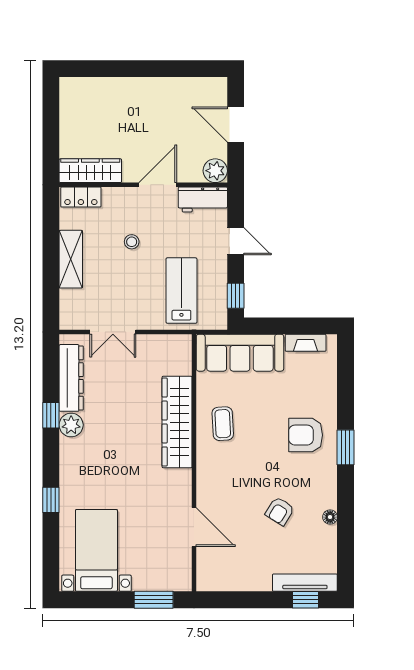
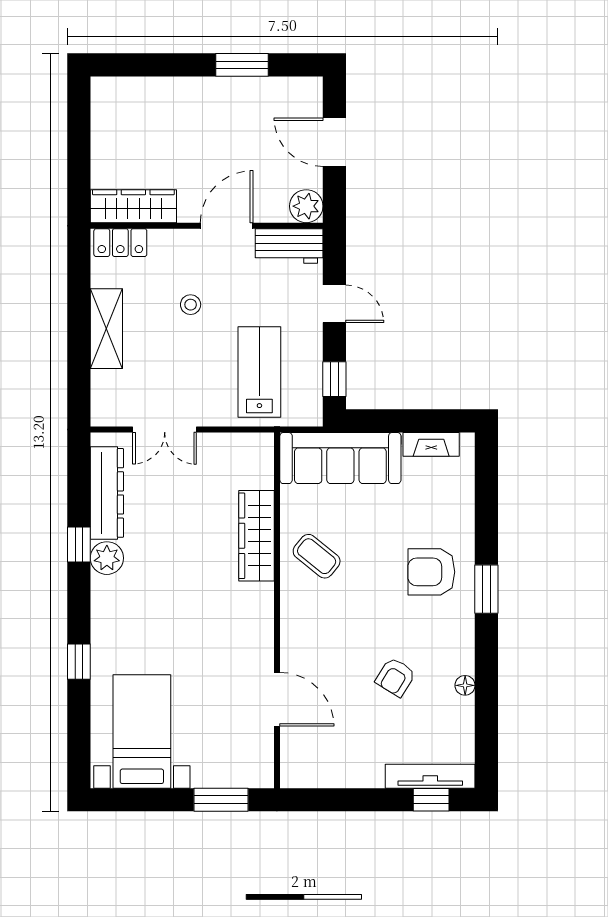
window: (169, 69) -> (242, 65), added
wardrobe: (177, 422) -> (257, 536), width x0.71, depth x0.85
coffee table: (223, 424) -> (317, 556), turned -48

